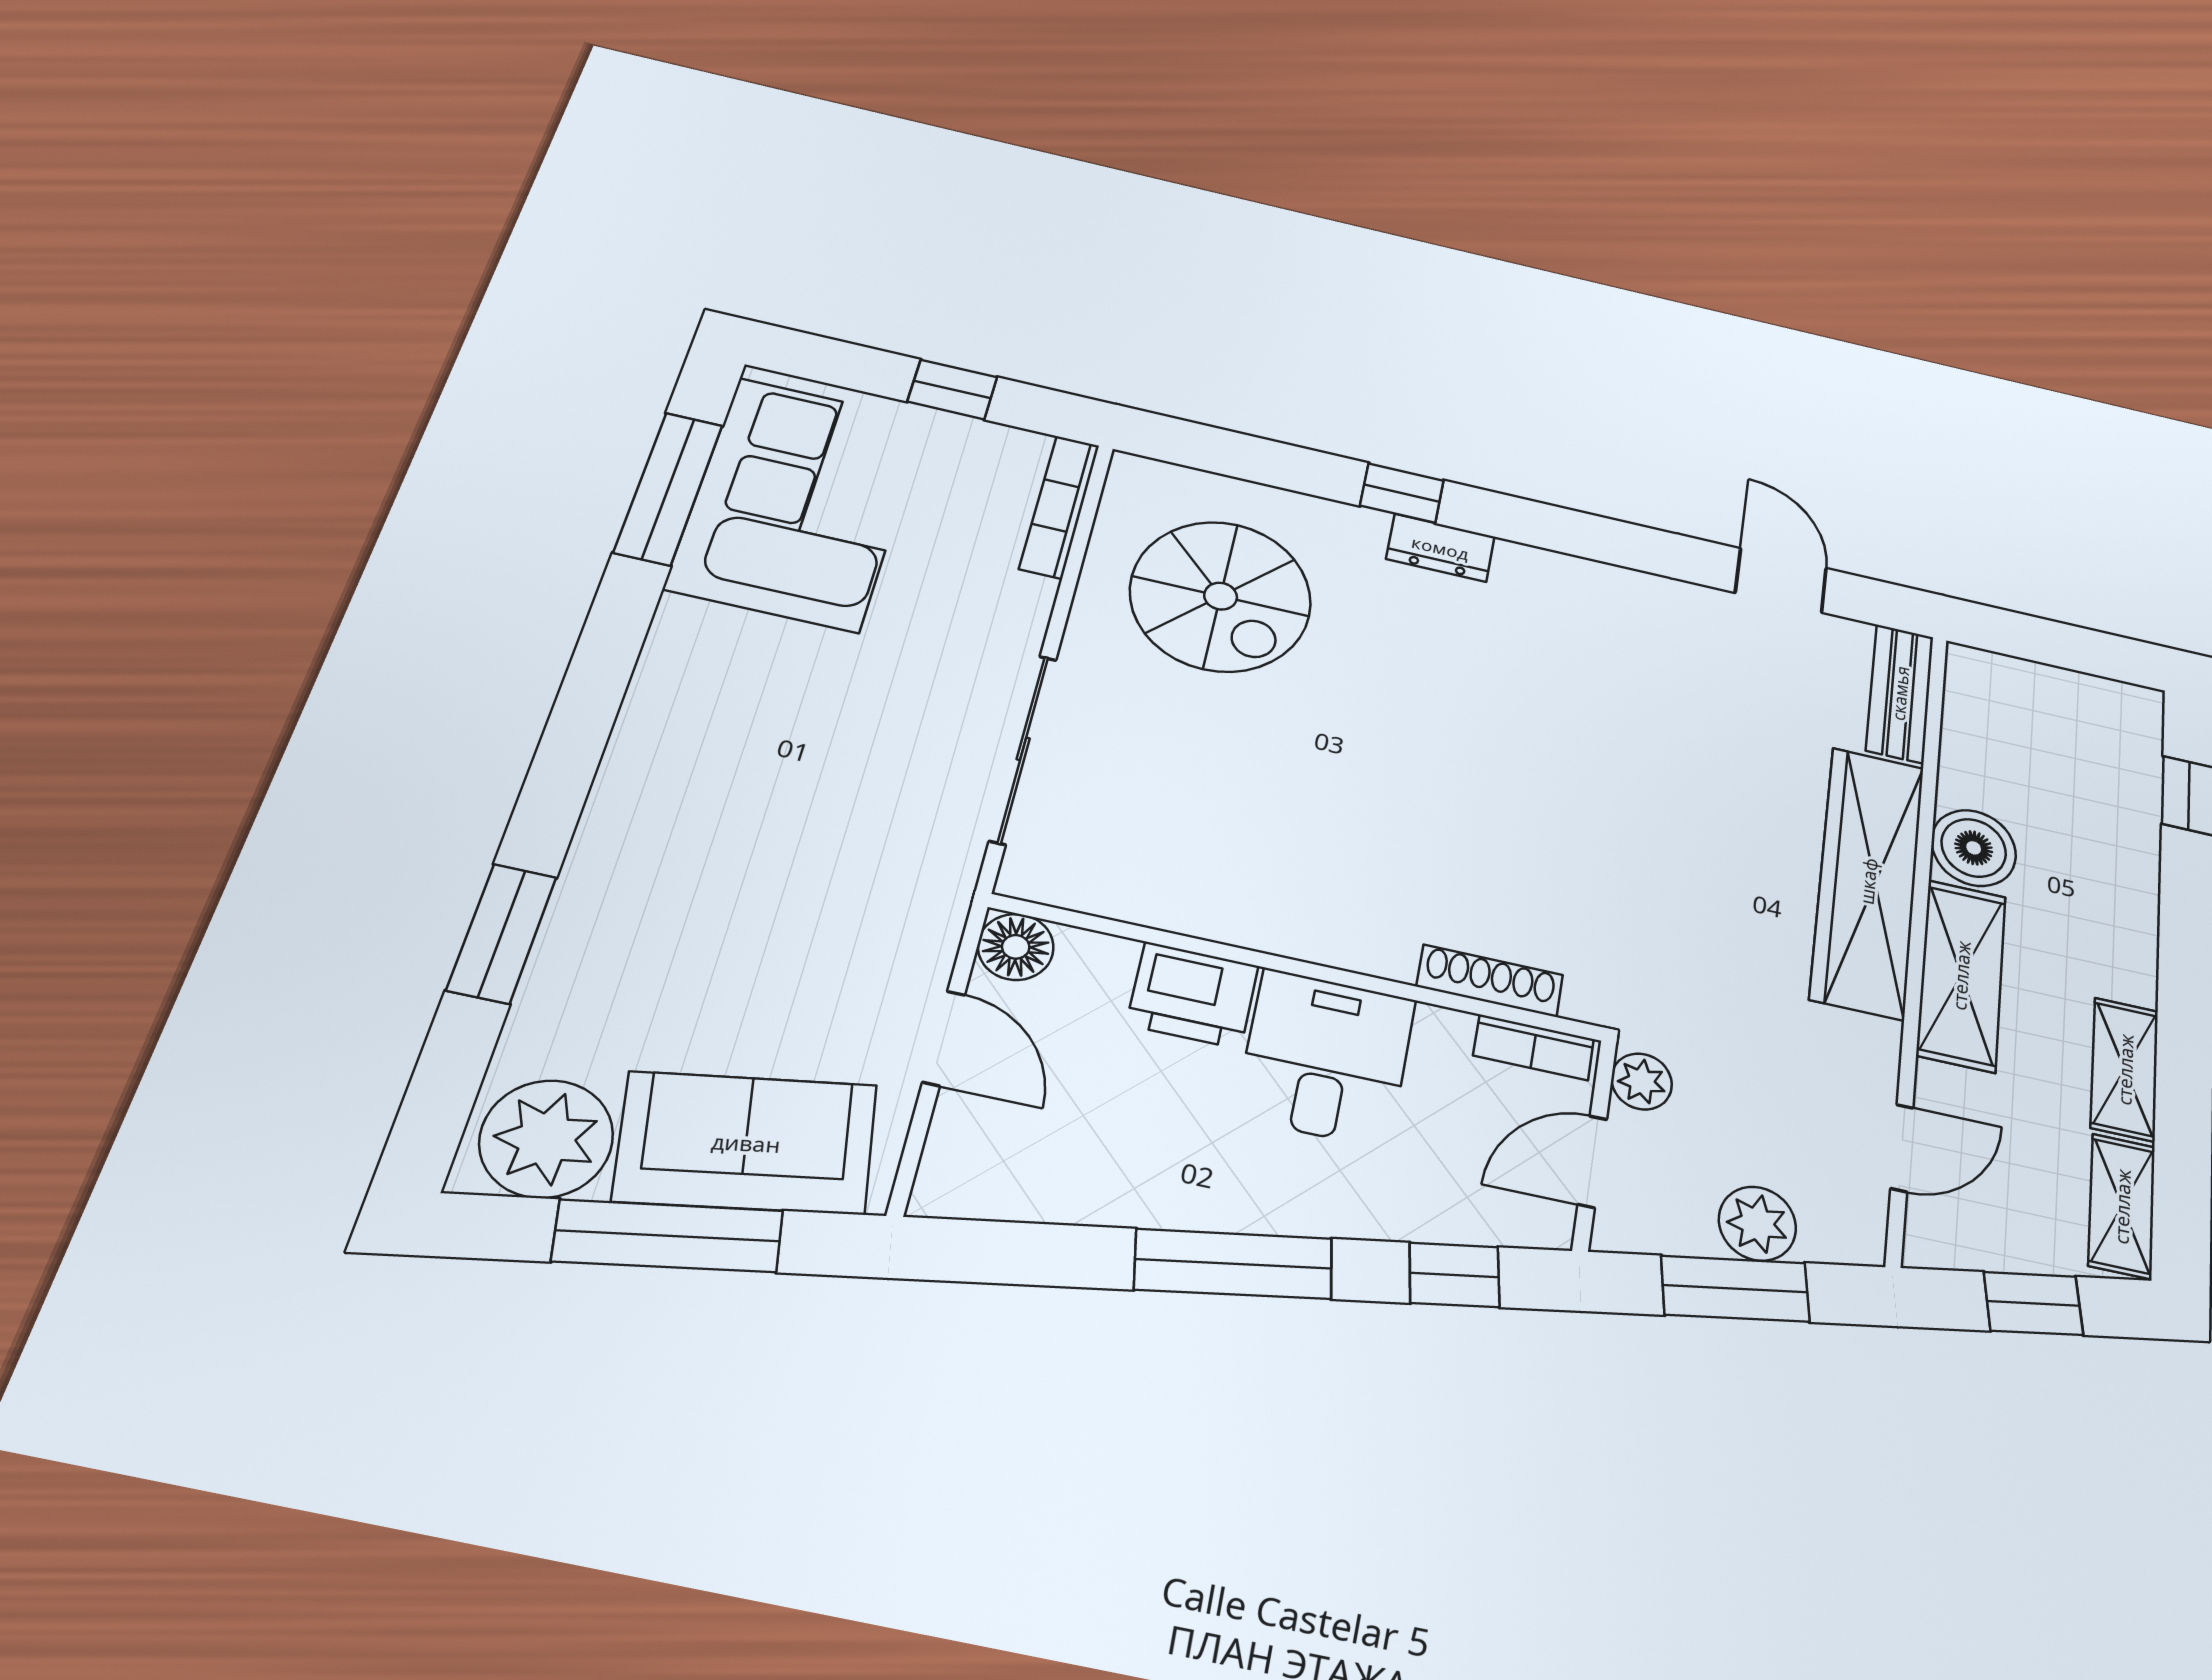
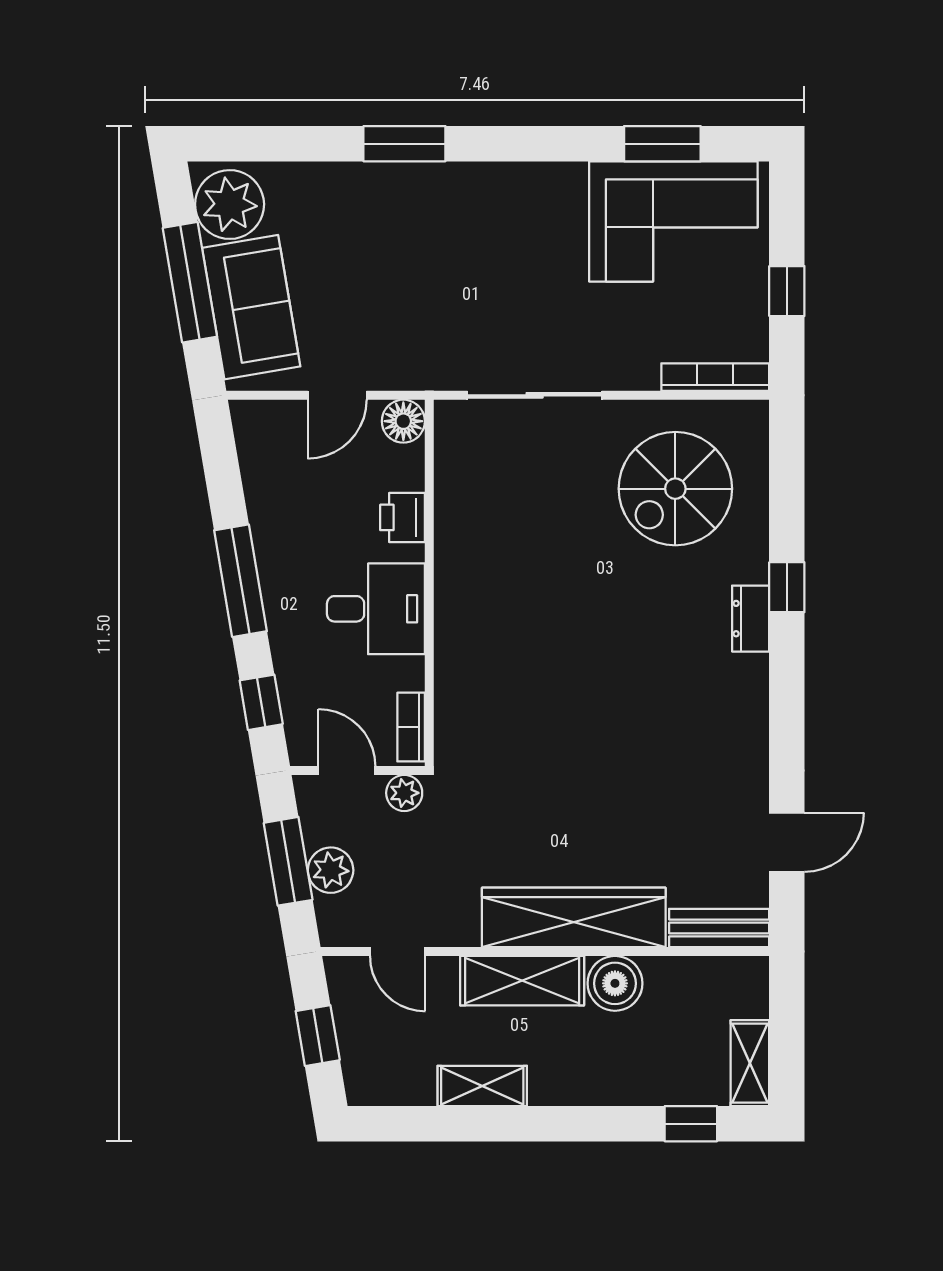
window: (668, 488) -> (662, 144), width x0.69
window: (502, 933) -> (404, 144), moved
shoe rack: (1490, 981) -> (448, 695), removed
printer: (1193, 995) -> (402, 517), width x0.73, depth x0.81
shelving: (2122, 1206) -> (750, 1063), moved, turned 90

